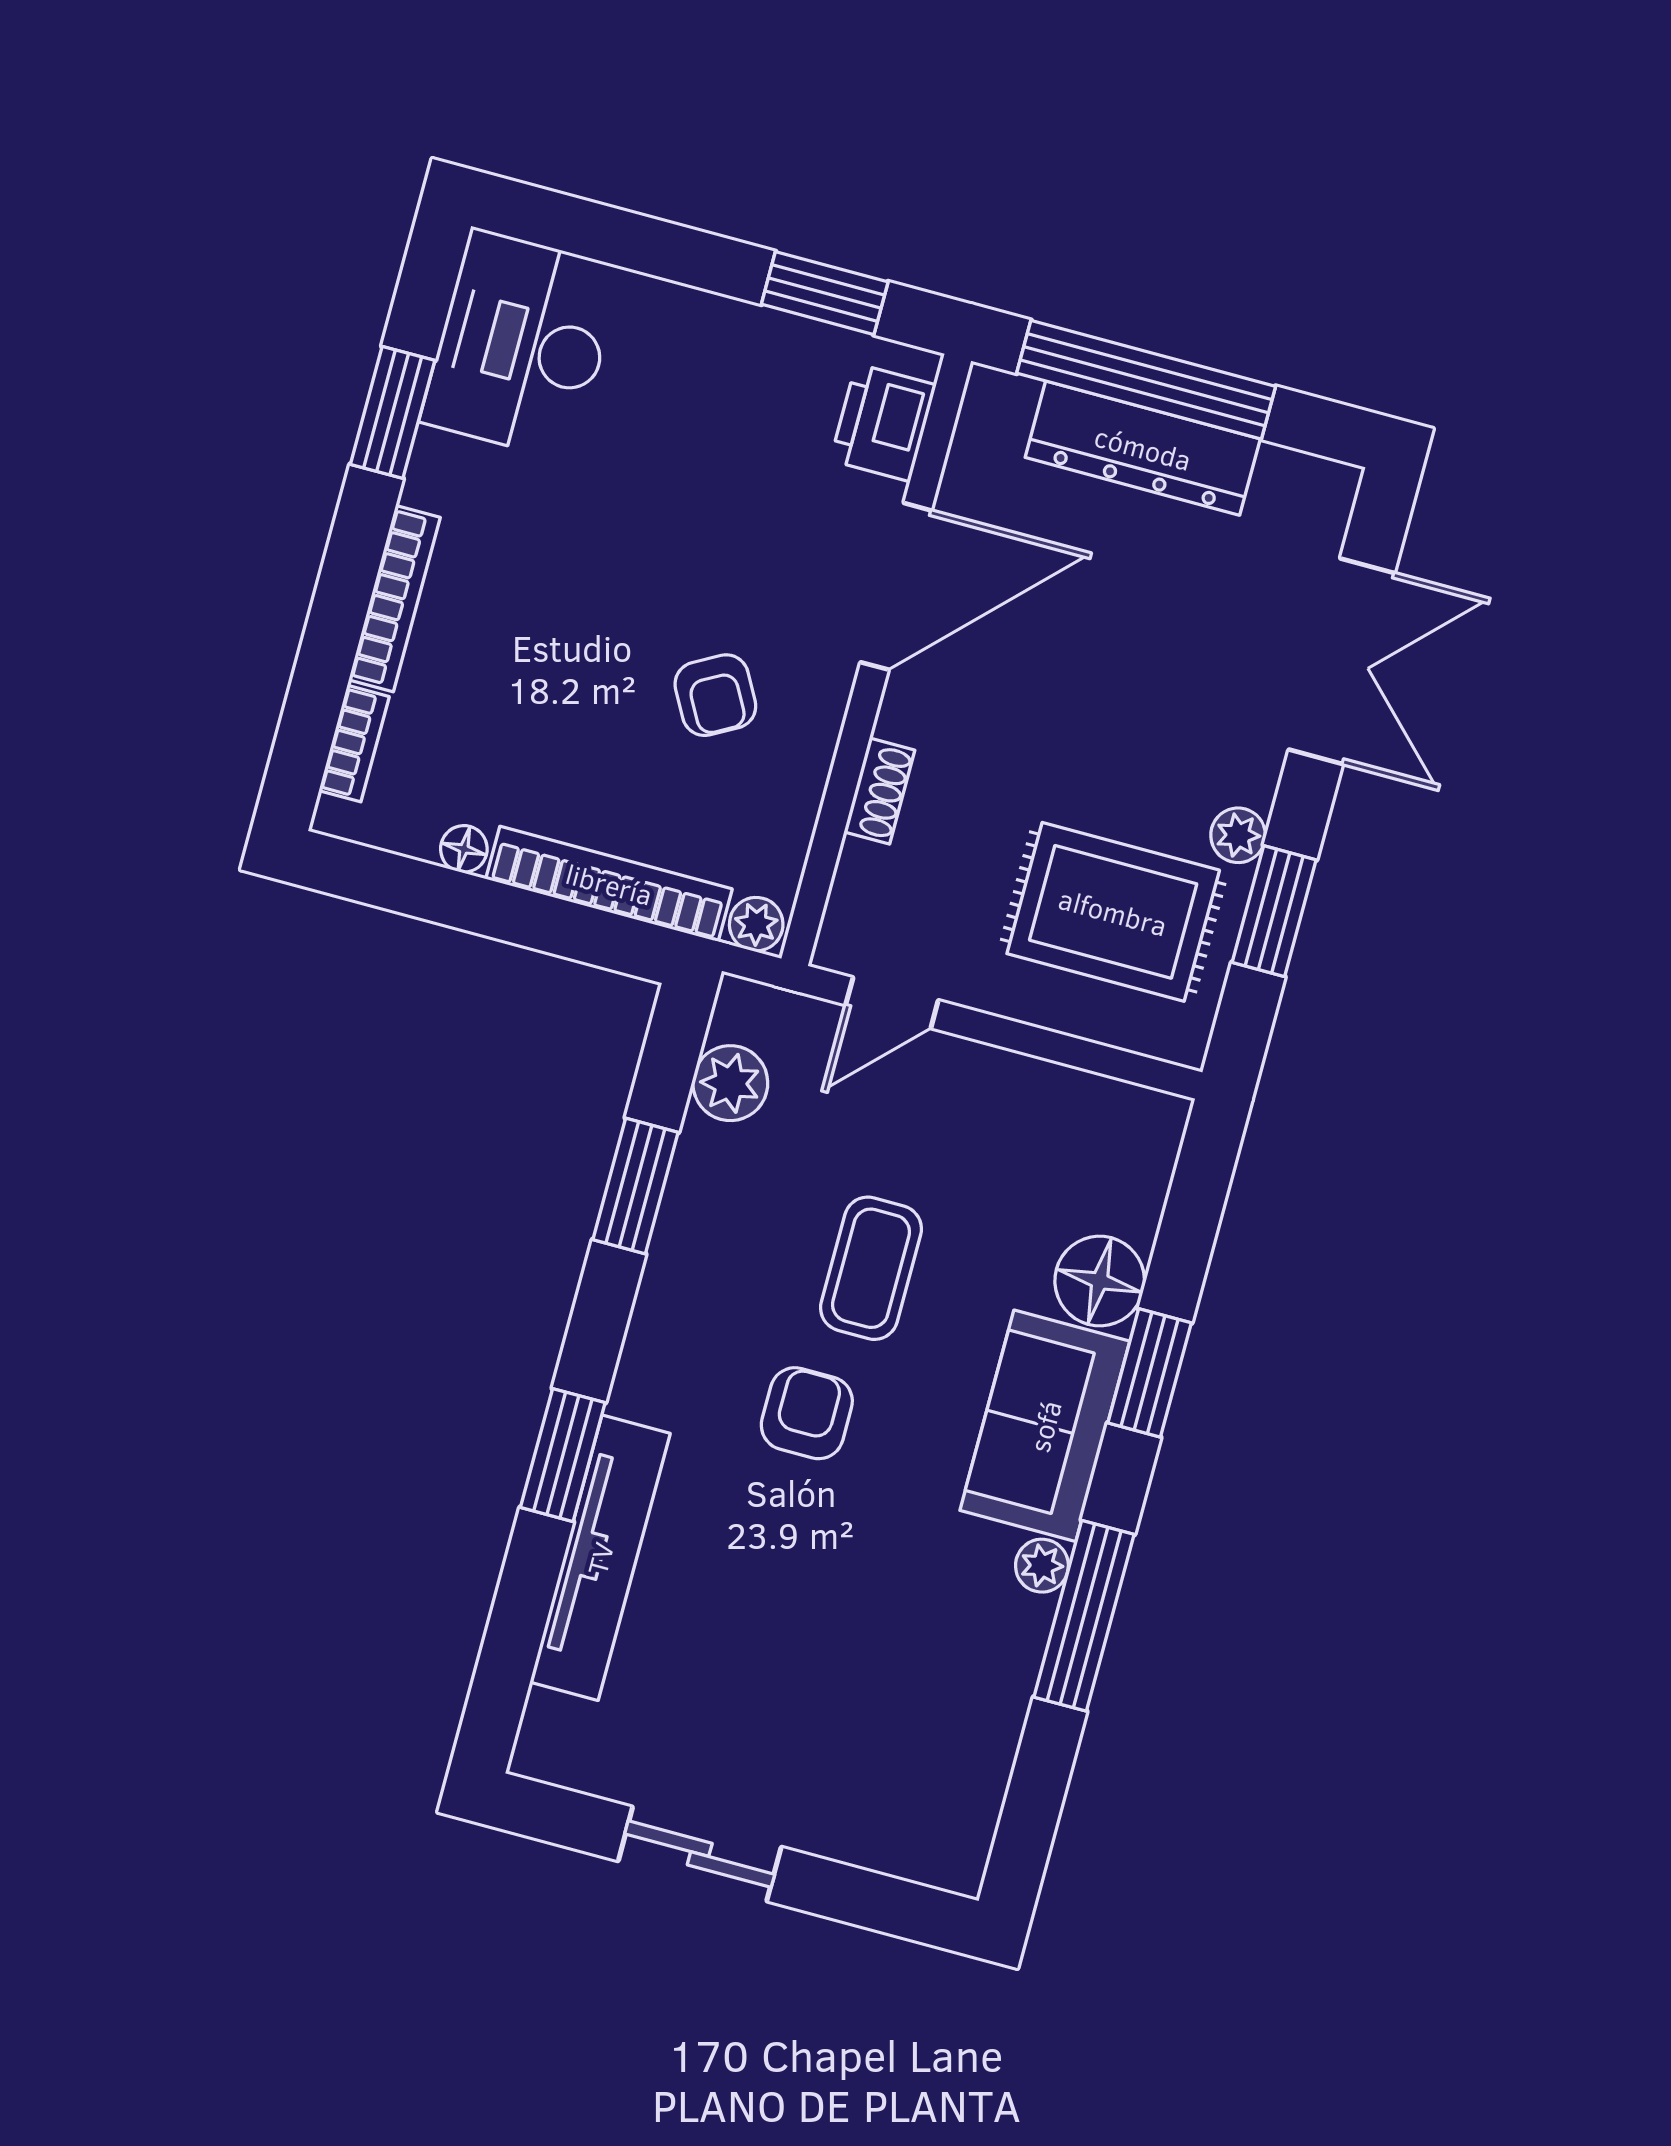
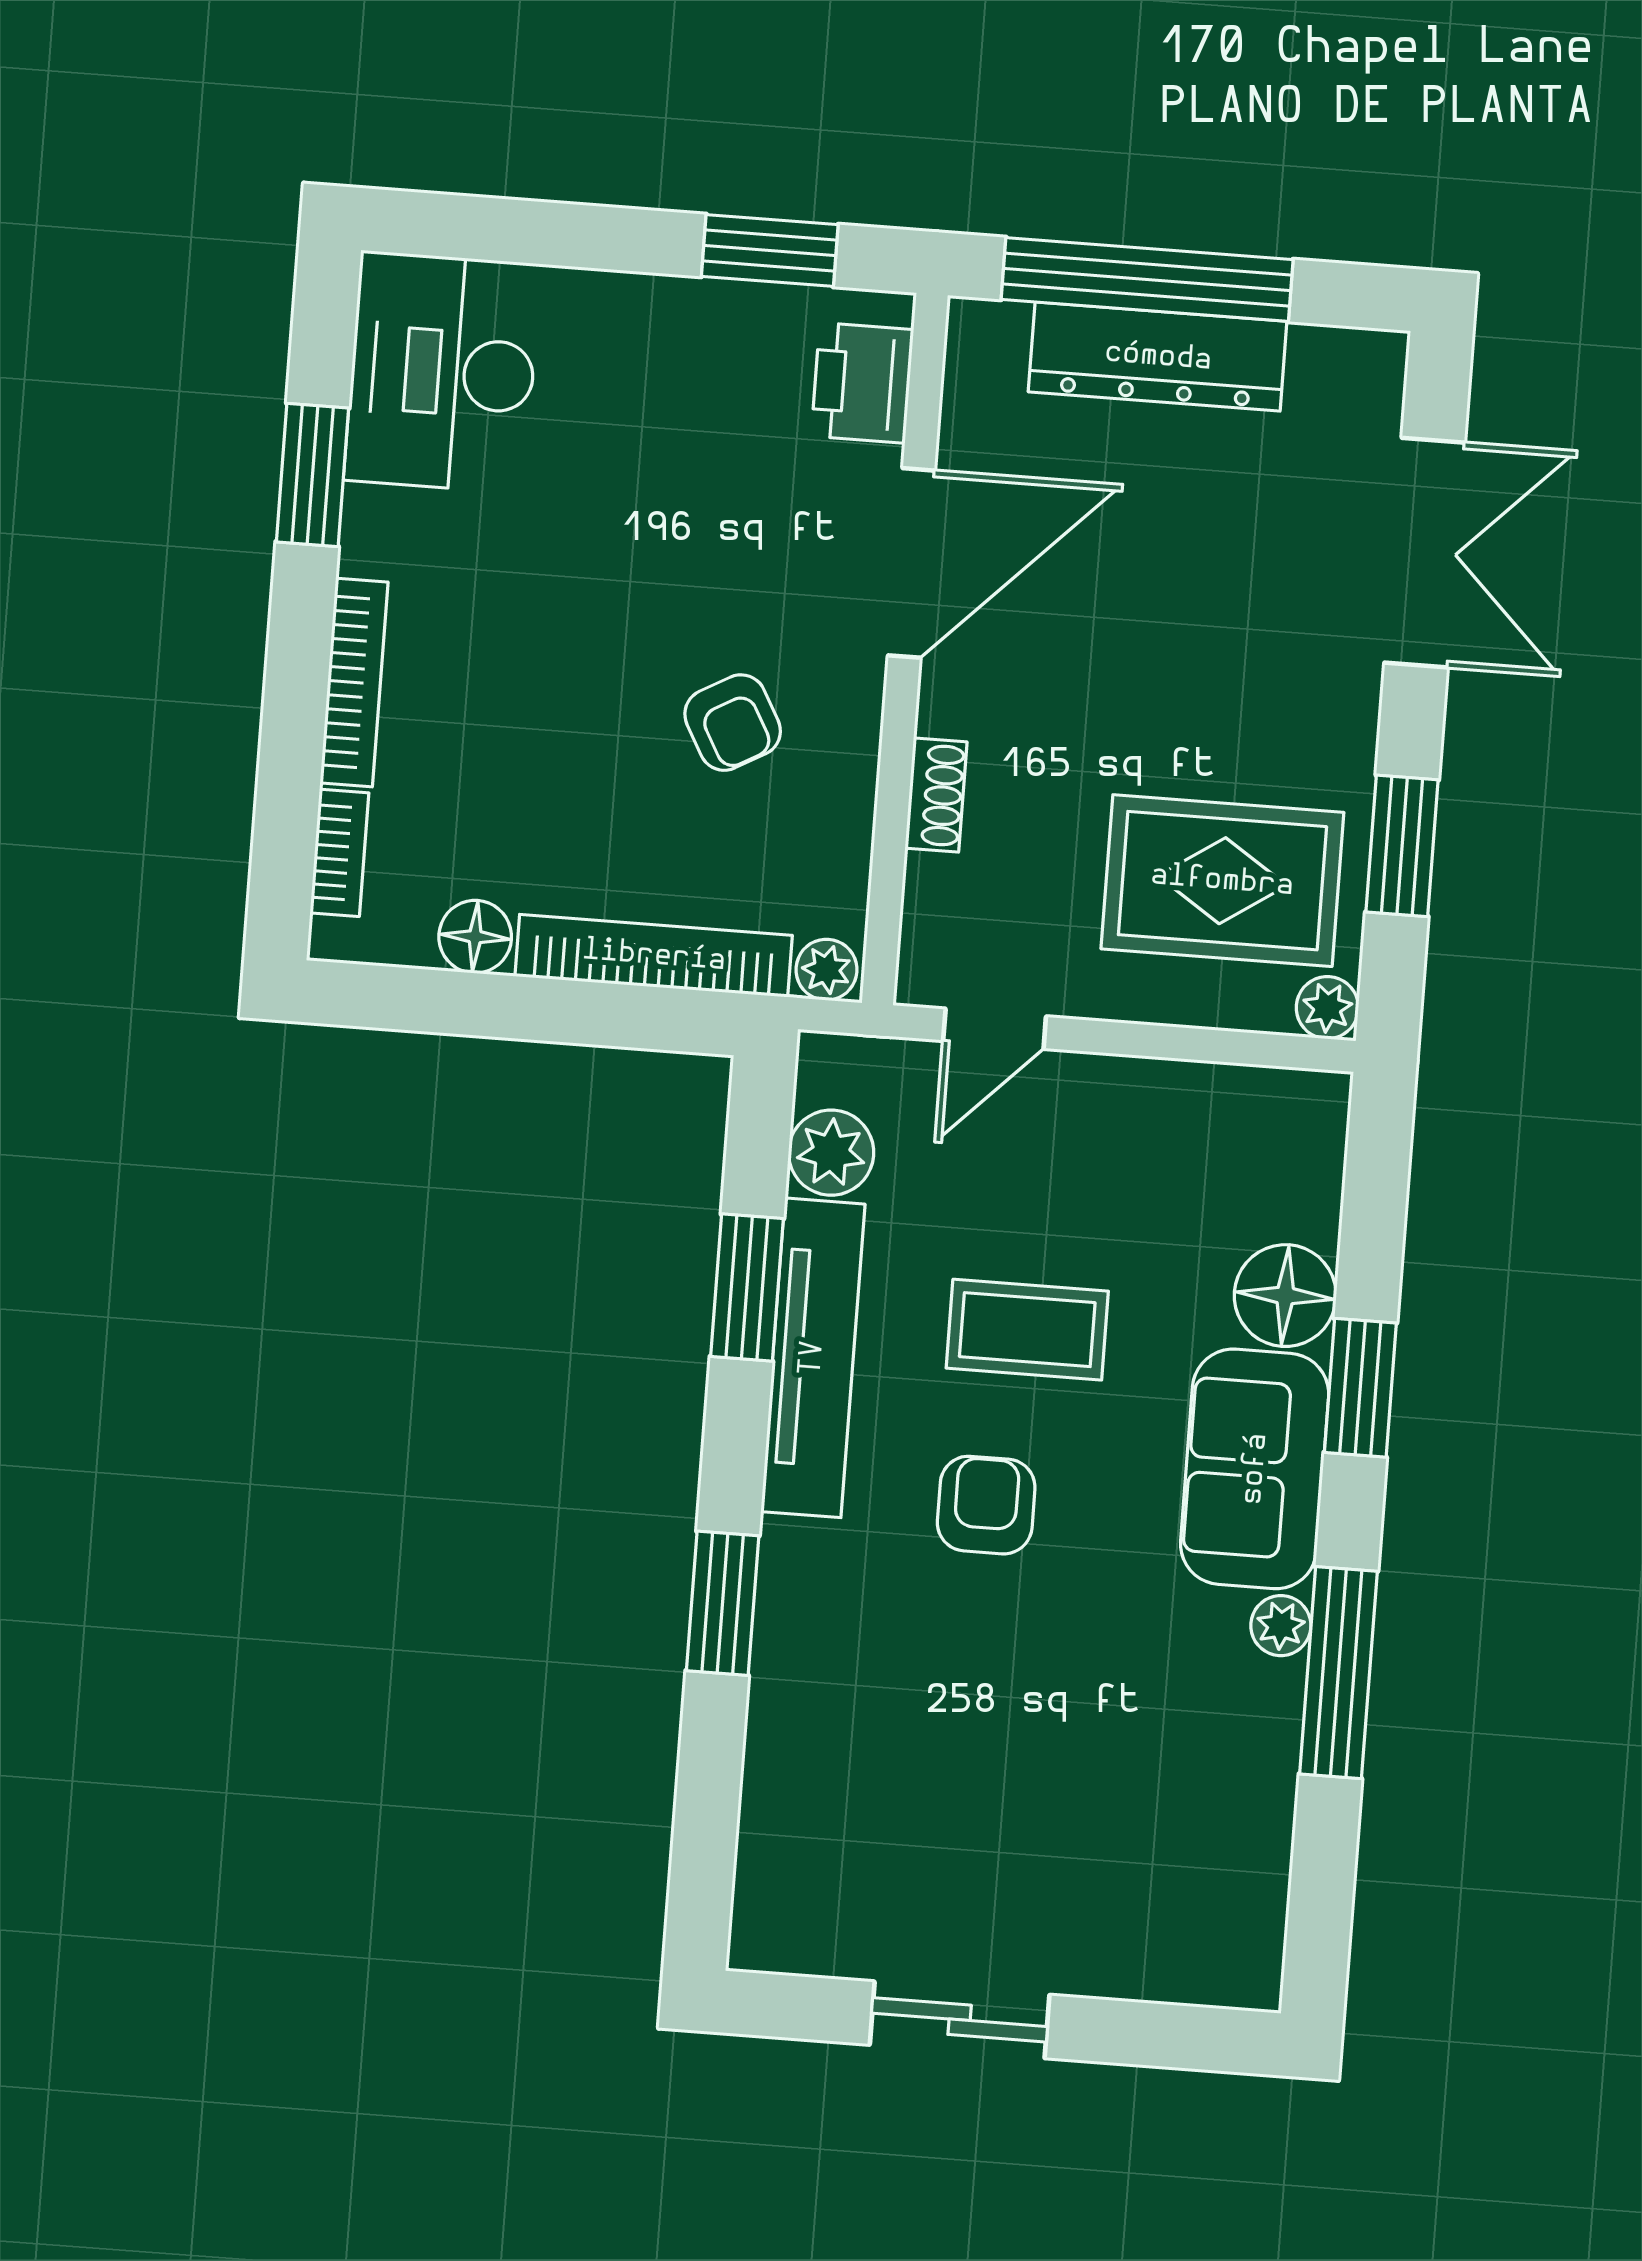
plant: (1238, 835) -> (1327, 1008), moved
floor lamp: (464, 849) -> (475, 937), width x1.37, depth x1.37
coffee table: (871, 1268) -> (1027, 1330), turned 90
tv unit: (600, 1558) -> (813, 1358), moved

